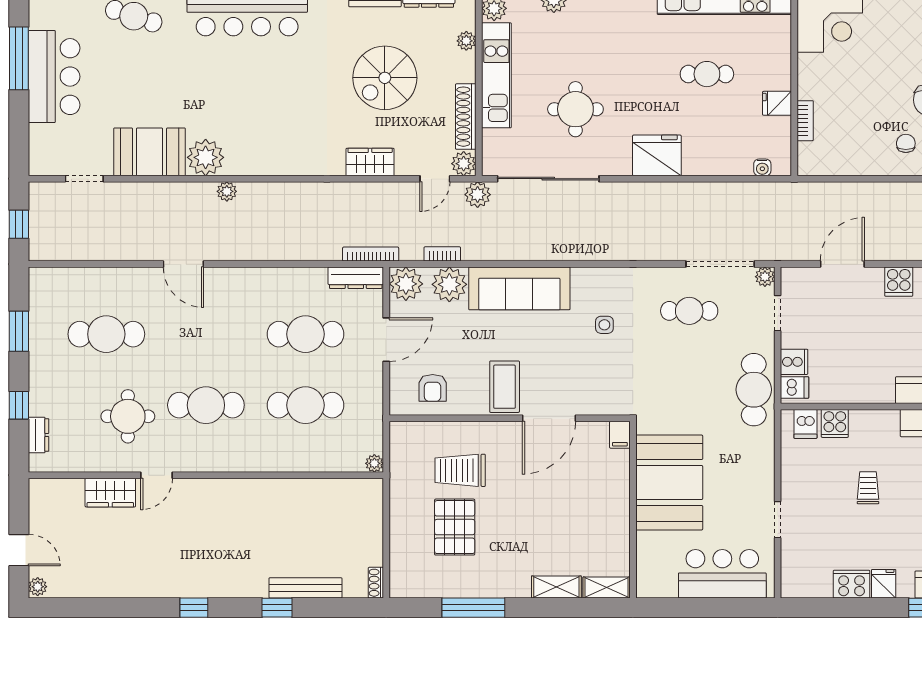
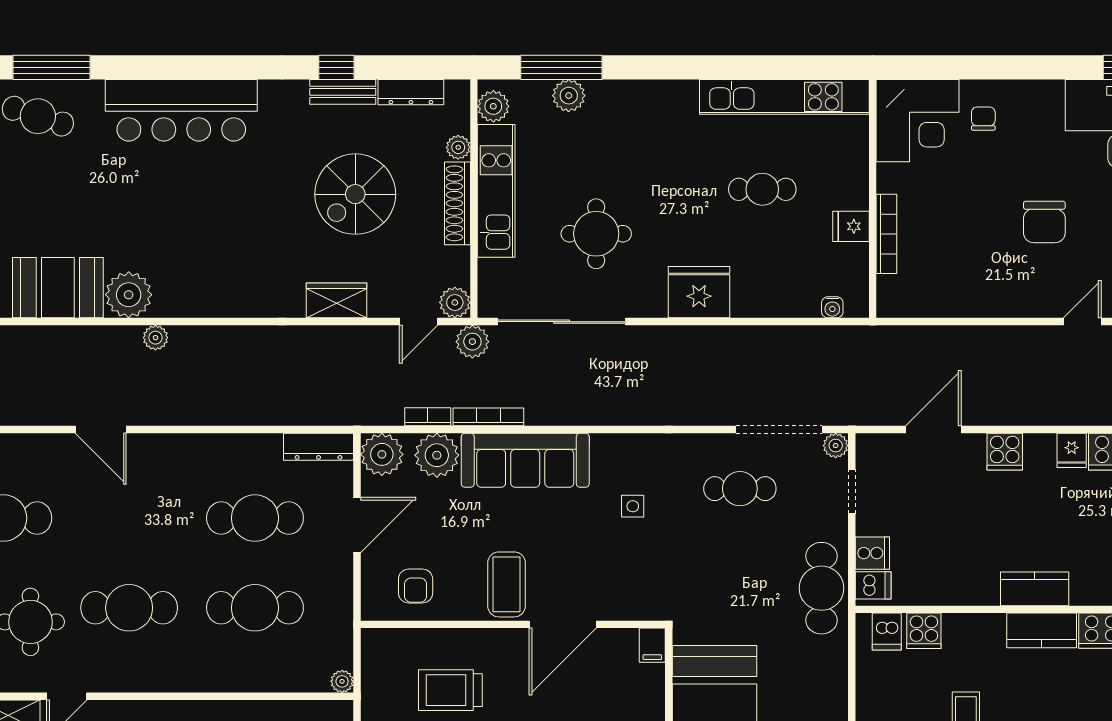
shoe rack: (466, 117) -> (457, 203), moved
bookcase: (805, 121) -> (886, 234), width x1.56
chair: (906, 143) -> (983, 119), moved
bookcase: (371, 254) -> (488, 417), moved

